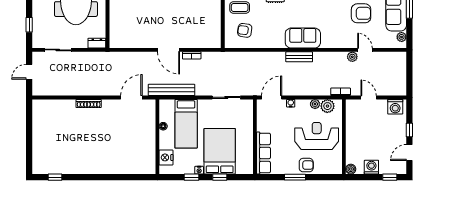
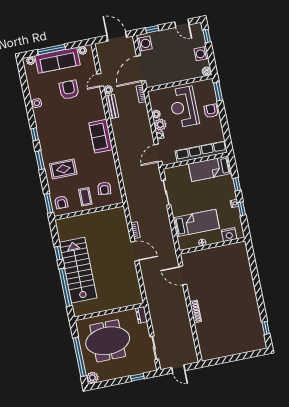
door: (169, 50) -> (135, 251), hinge flipped
bench: (299, 57) -> (112, 107), moved
door: (409, 78) -> (117, 36), added
bench: (172, 90) -> (169, 242), removed
door: (272, 97) -> (158, 153), hinge flipped
door: (369, 97) -> (141, 68), width x1.87
plant: (327, 106) -> (160, 125), moved
window: (409, 130) -> (152, 29), moved
bed: (220, 151) -> (210, 169), moved, width x0.67
row of seats: (263, 153) -> (201, 152), width x1.36
window: (295, 177) -> (218, 92), moved

